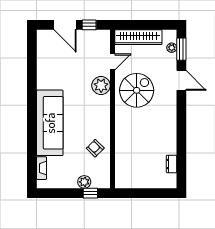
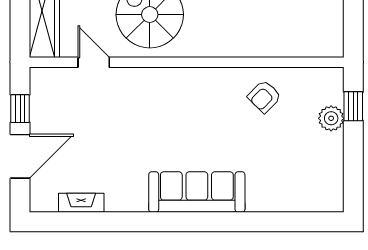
plant: (101, 85) -> (140, 85), removed
sofa: (50, 123) -> (197, 192), width x0.74, depth x0.79
fireplace: (42, 168) -> (81, 203), moved

